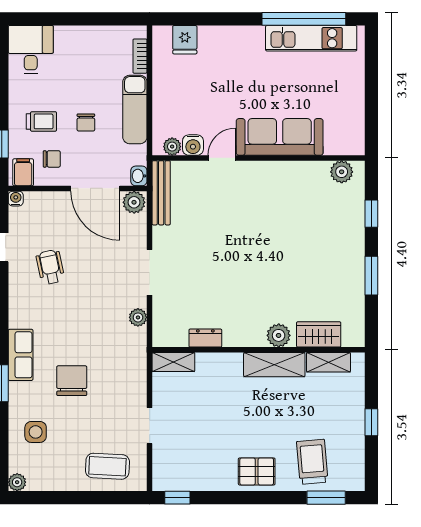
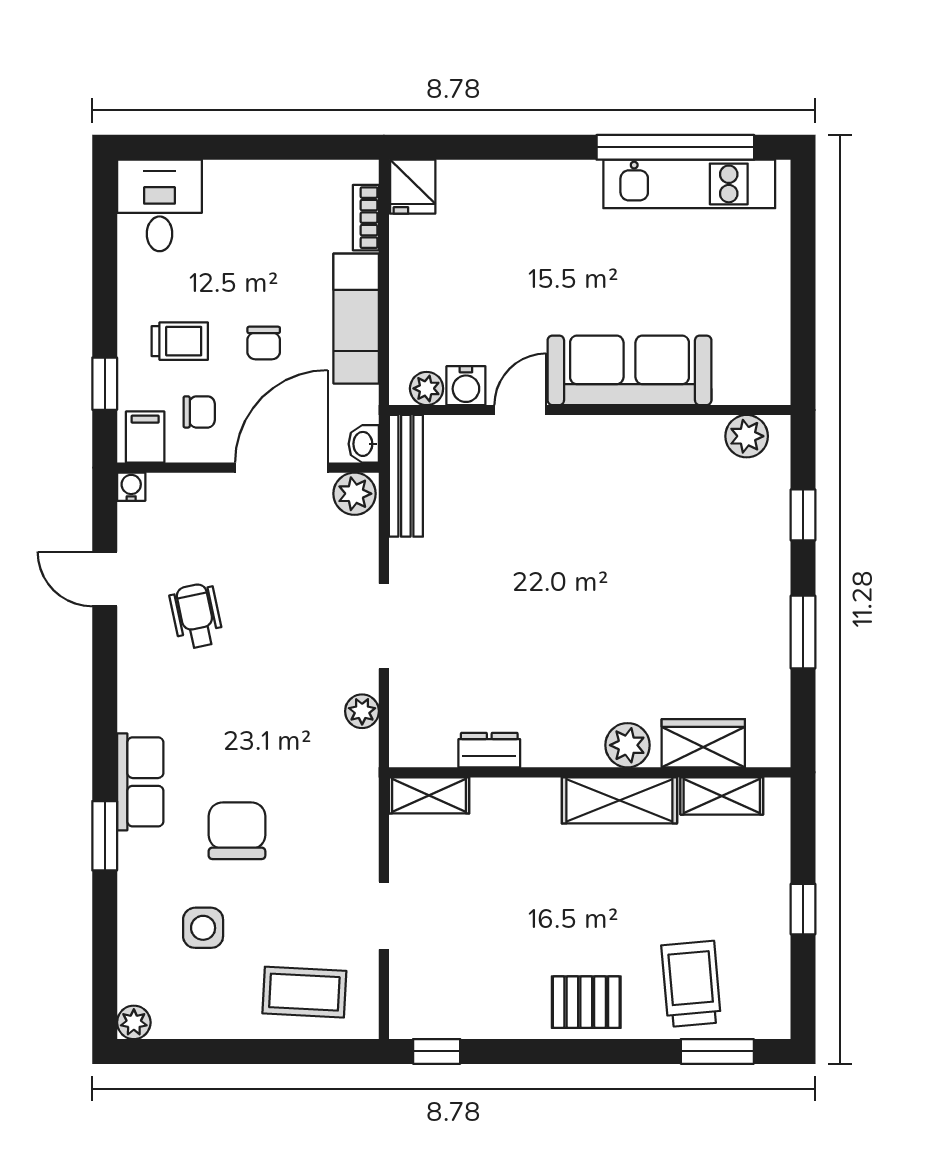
fridge: (185, 40) -> (413, 187), moved
door: (95, 188) -> (281, 468), swing flipped
side table: (36, 432) -> (203, 928), moved

